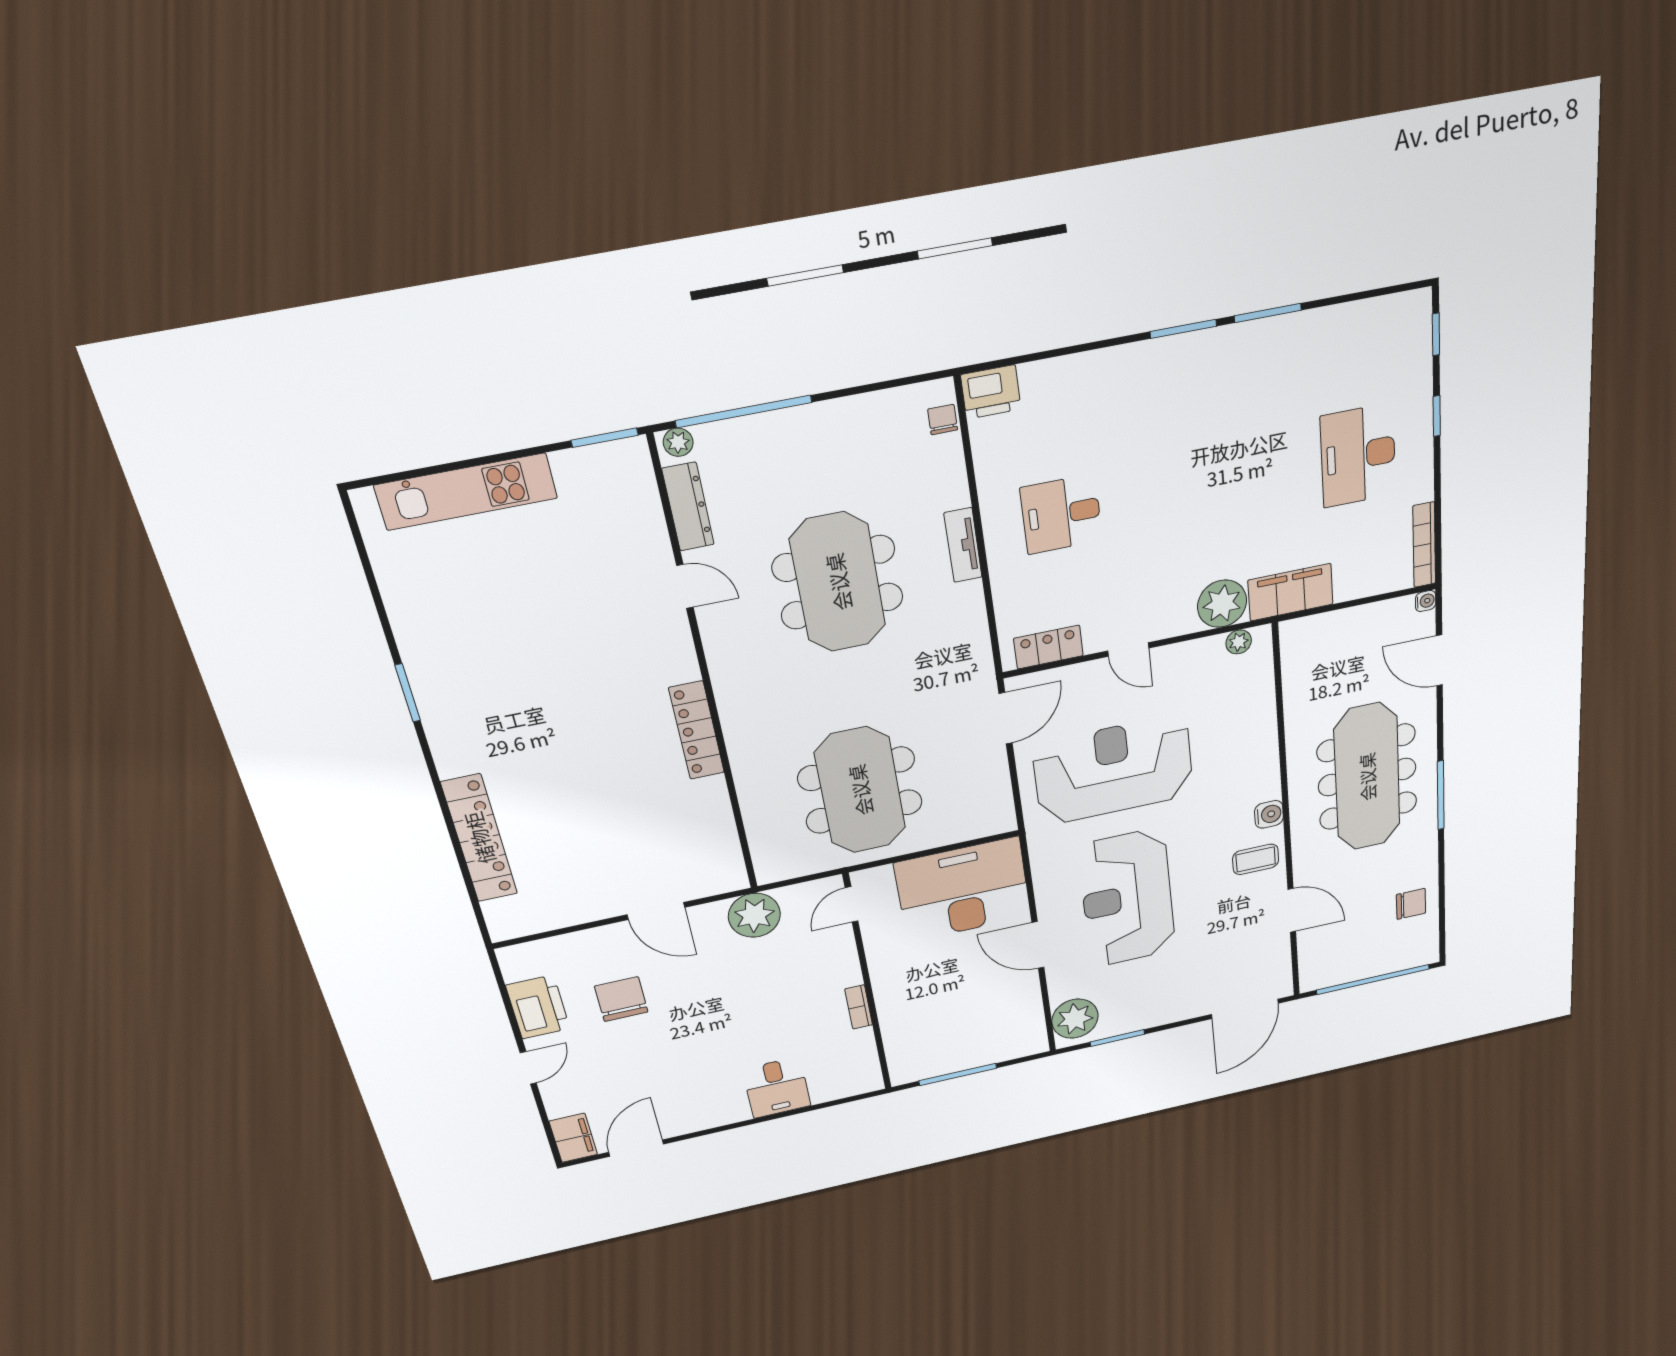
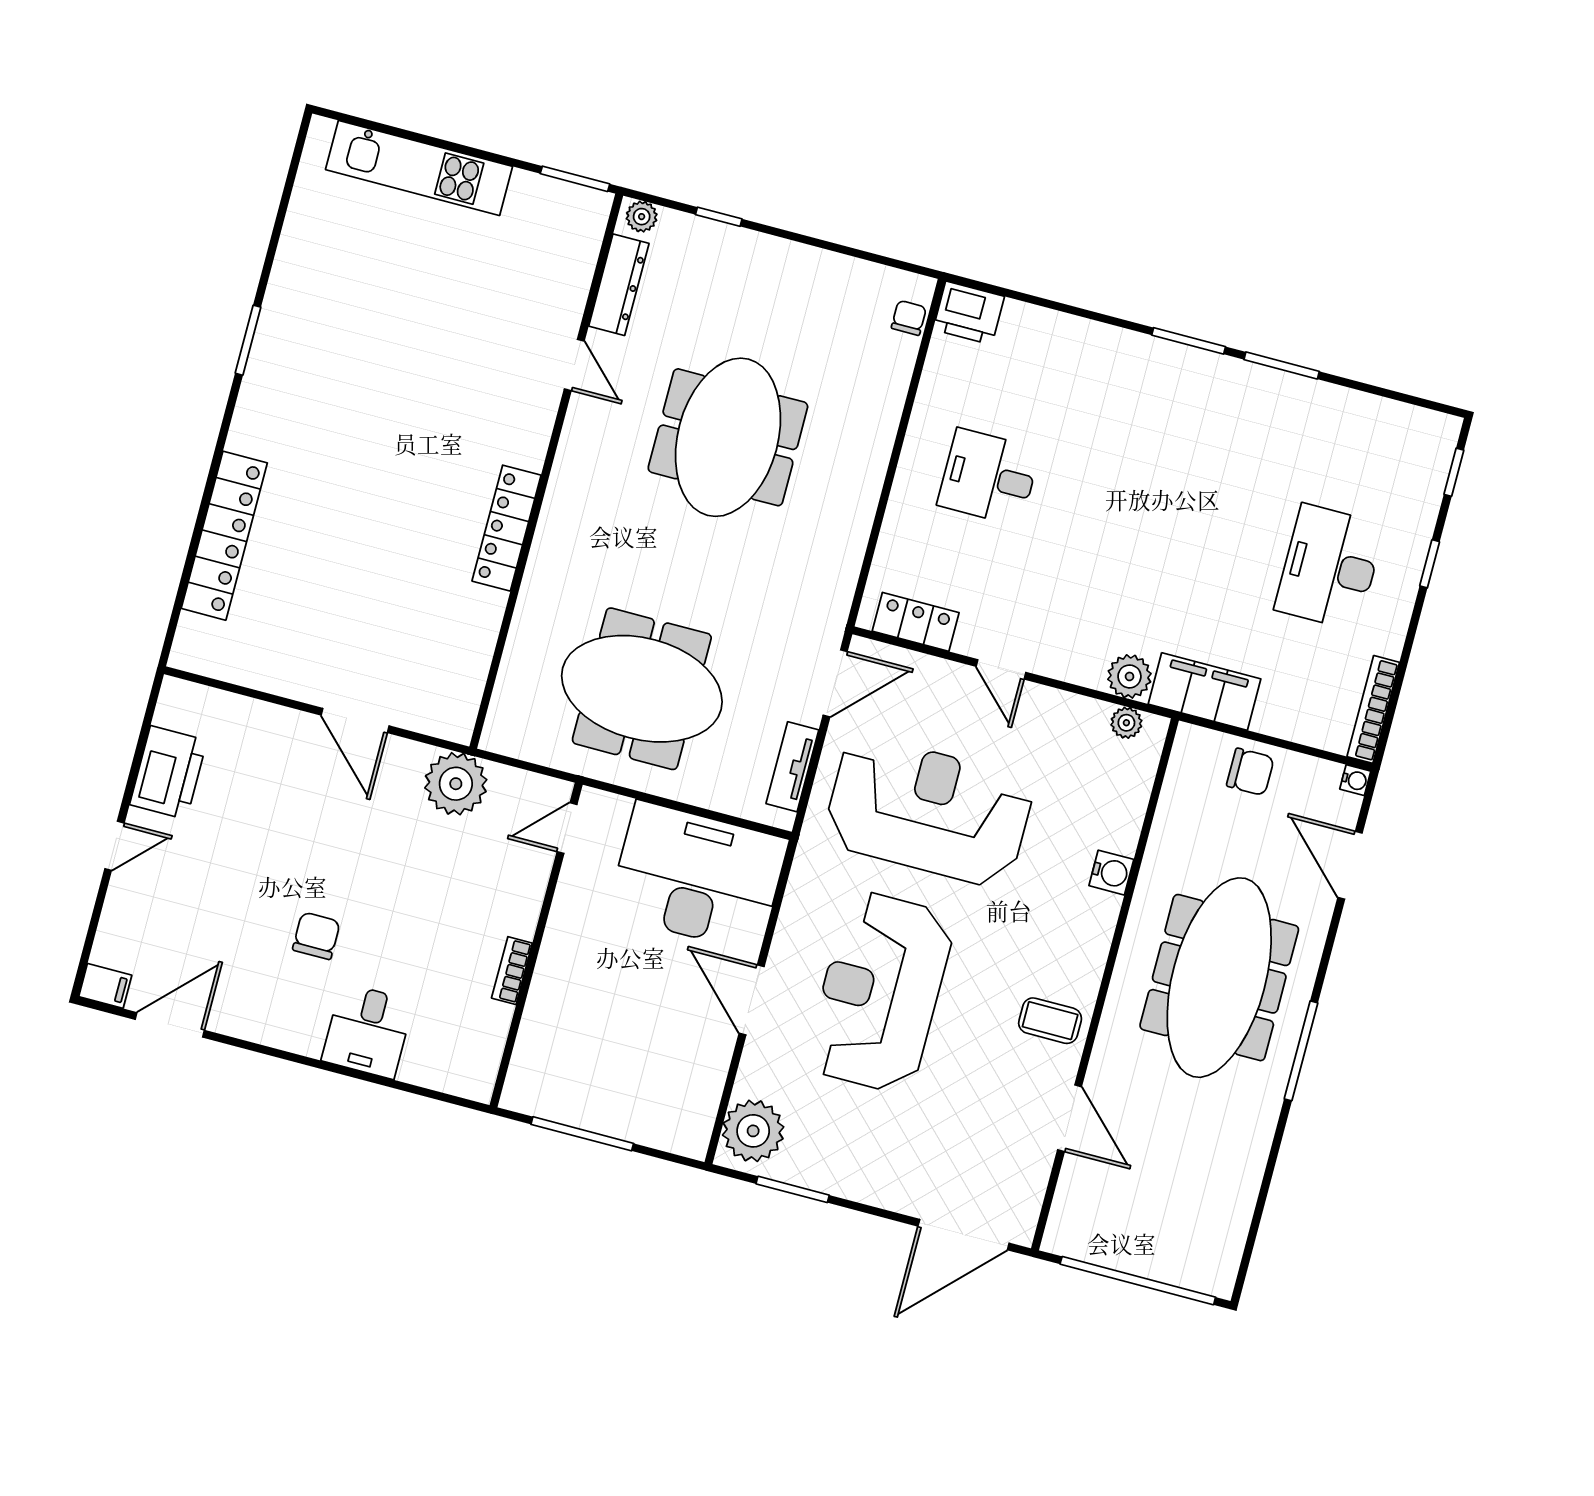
window: (744, 412) -> (719, 217), width x0.32
tv unit: (963, 545) -> (792, 767), moved
plant: (1222, 604) -> (1129, 676), width x0.73, depth x0.73
meeting table: (860, 790) -> (642, 689), turned 90
water cooler: (1269, 814) -> (1111, 873), moved
chair: (1411, 904) -> (1250, 772), moved
chair: (621, 999) -> (316, 936), moved, width x0.73, depth x0.73
filing cabinet: (573, 1138) -> (105, 986), width x0.50

